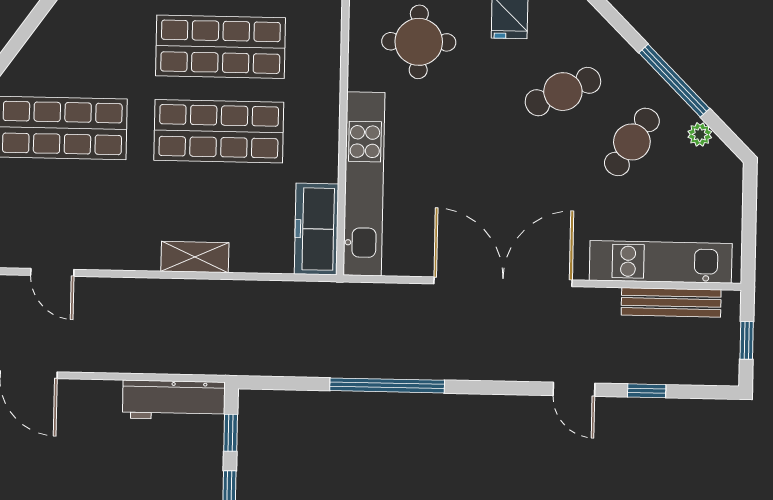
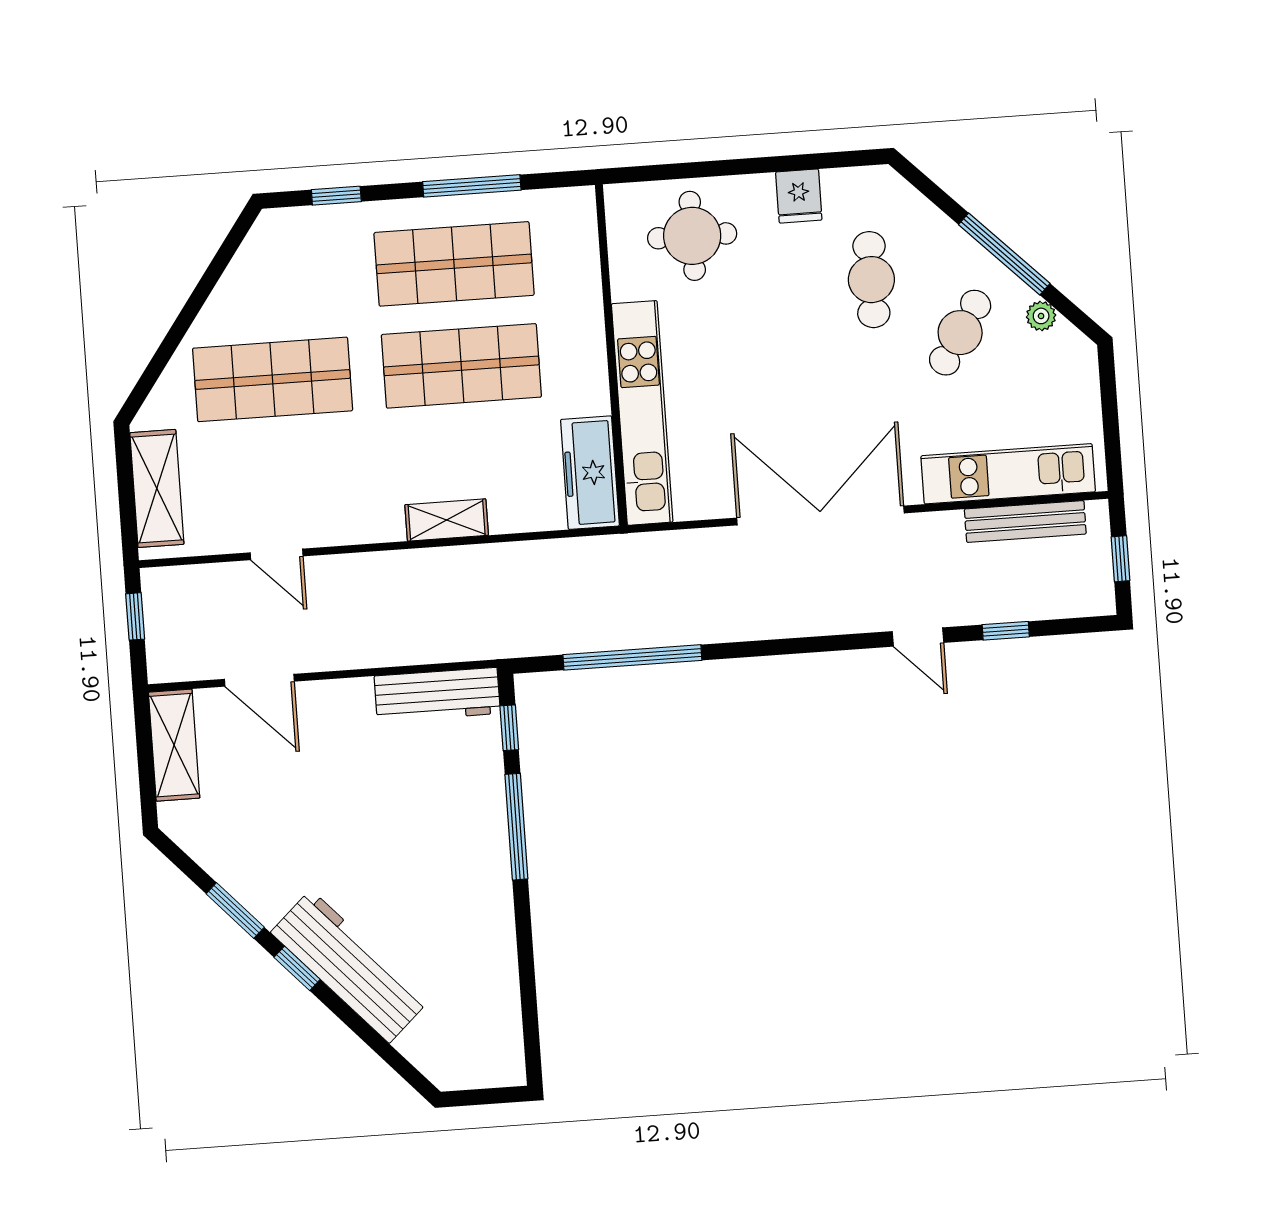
cafe table: (563, 92) -> (871, 280), turned -65
window: (387, 385) -> (632, 657), moved

